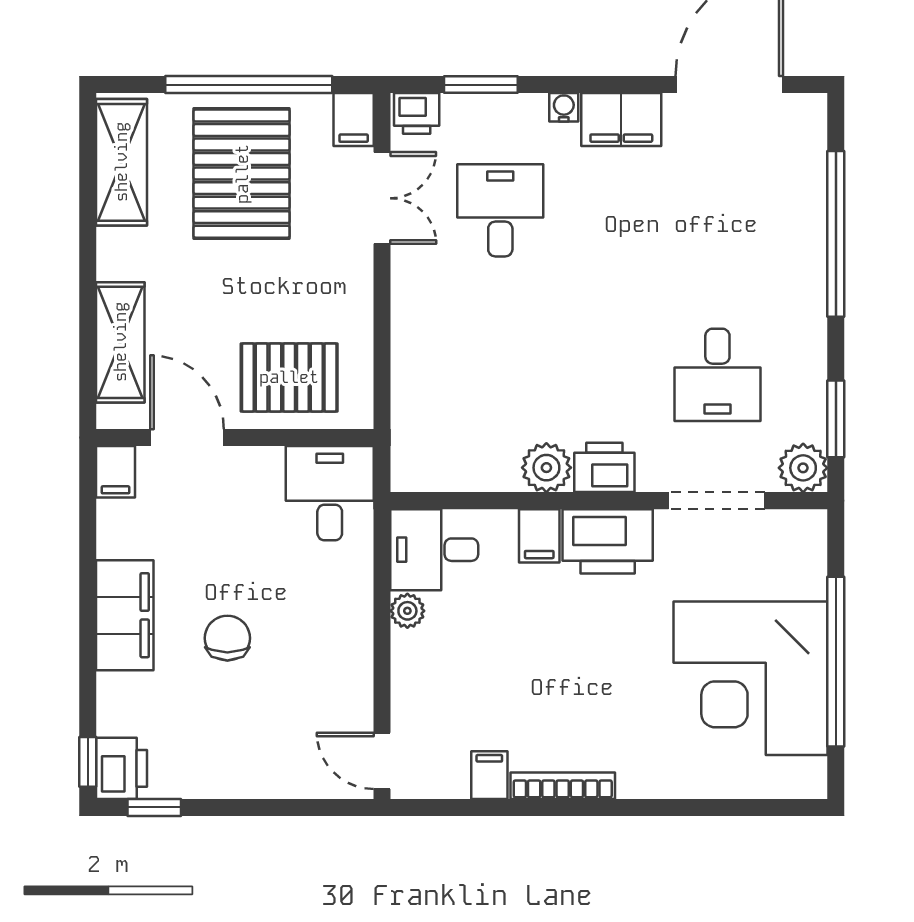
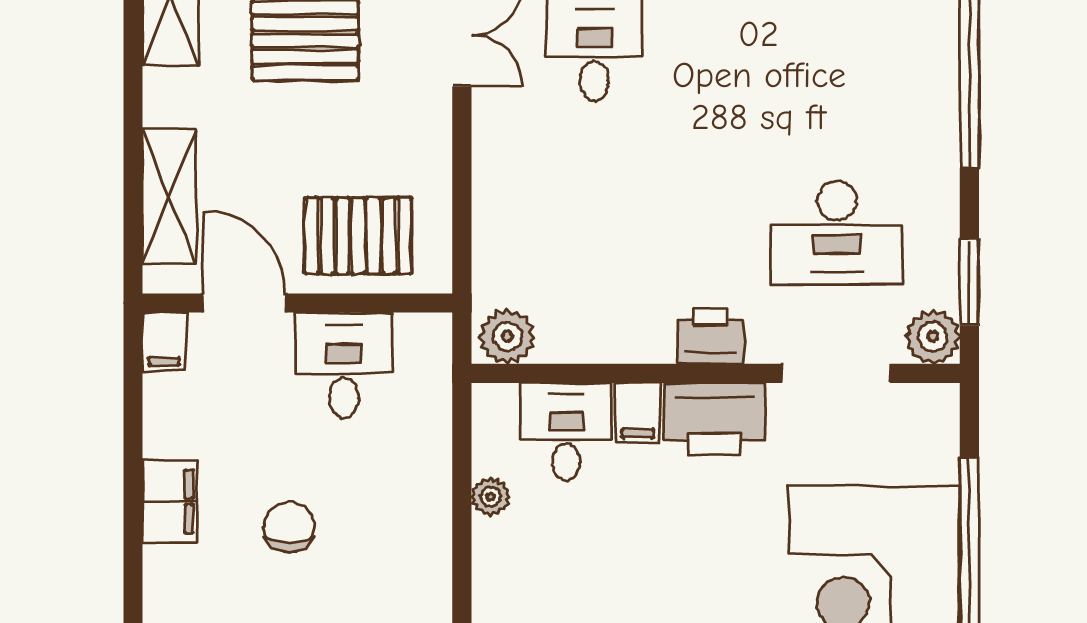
desk: (717, 375) -> (837, 233), width x1.37
plant: (546, 468) -> (507, 336), moved
desk: (330, 493) -> (344, 365), moved
desk: (434, 550) -> (566, 432), moved, turned 90
filing cabinet: (125, 615) -> (170, 501), width x0.67, depth x0.86

